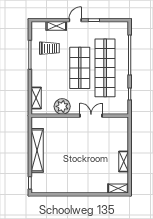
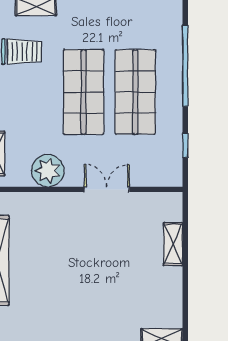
shop shelf: (105, 68) -> (135, 92), width x0.71
shelving: (124, 161) -> (173, 244), moved

